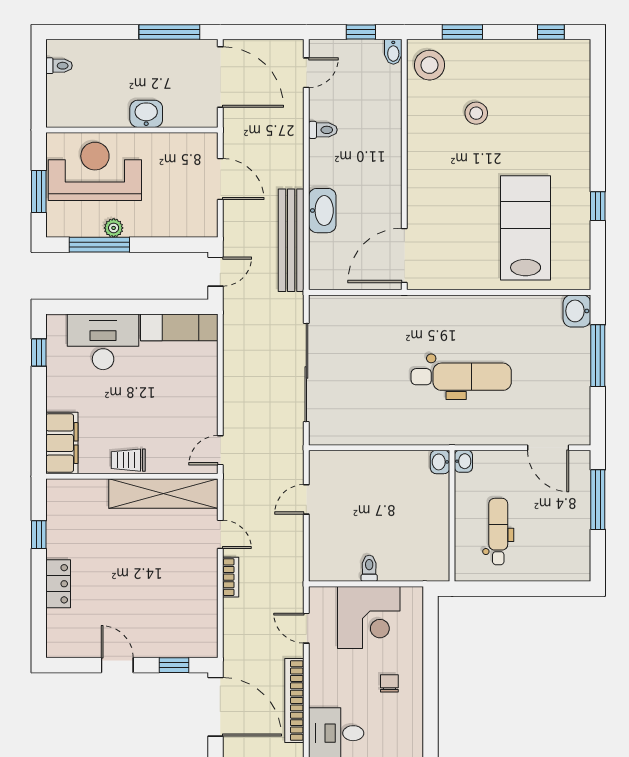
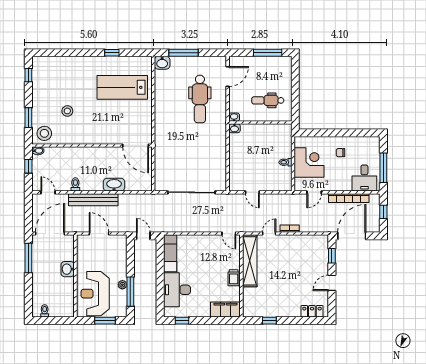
door: (220, 179) -> (99, 234), hinge flipped
bench: (291, 240) -> (93, 200), moved
dental chair: (461, 377) -> (200, 99), moved, turned 180
window: (598, 500) -> (268, 53), moved
locker: (58, 584) -> (312, 311), moved

